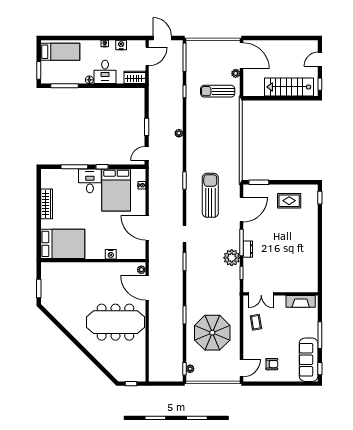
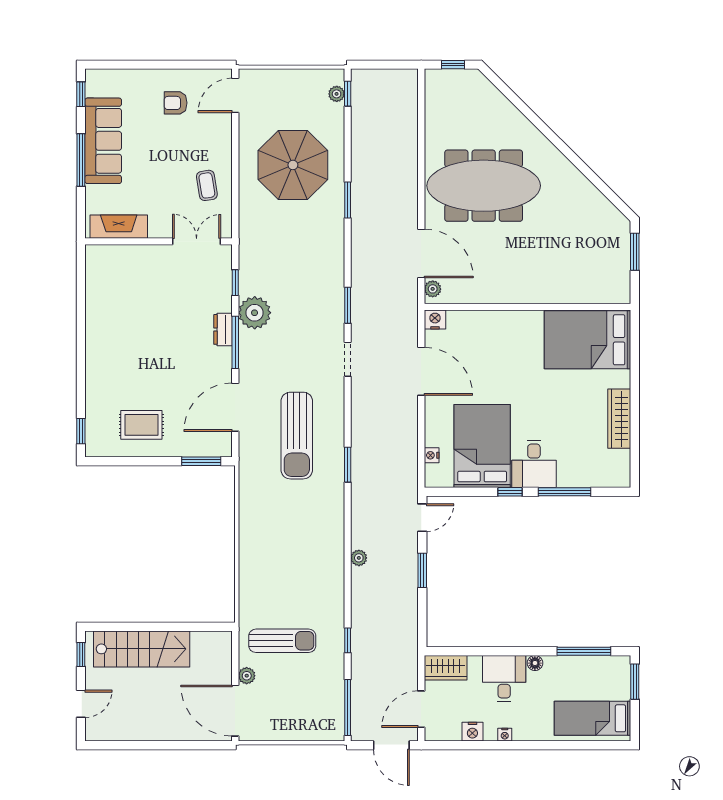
nightstand: (111, 254) -> (435, 320), moved
sofa: (309, 360) -> (103, 141), moved

